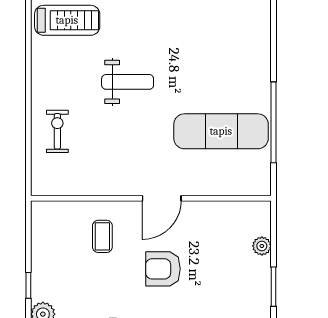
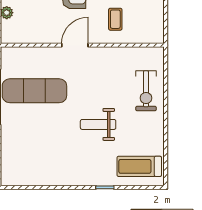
exercise bike: (57, 131) -> (146, 91), width x1.38, depth x1.39

